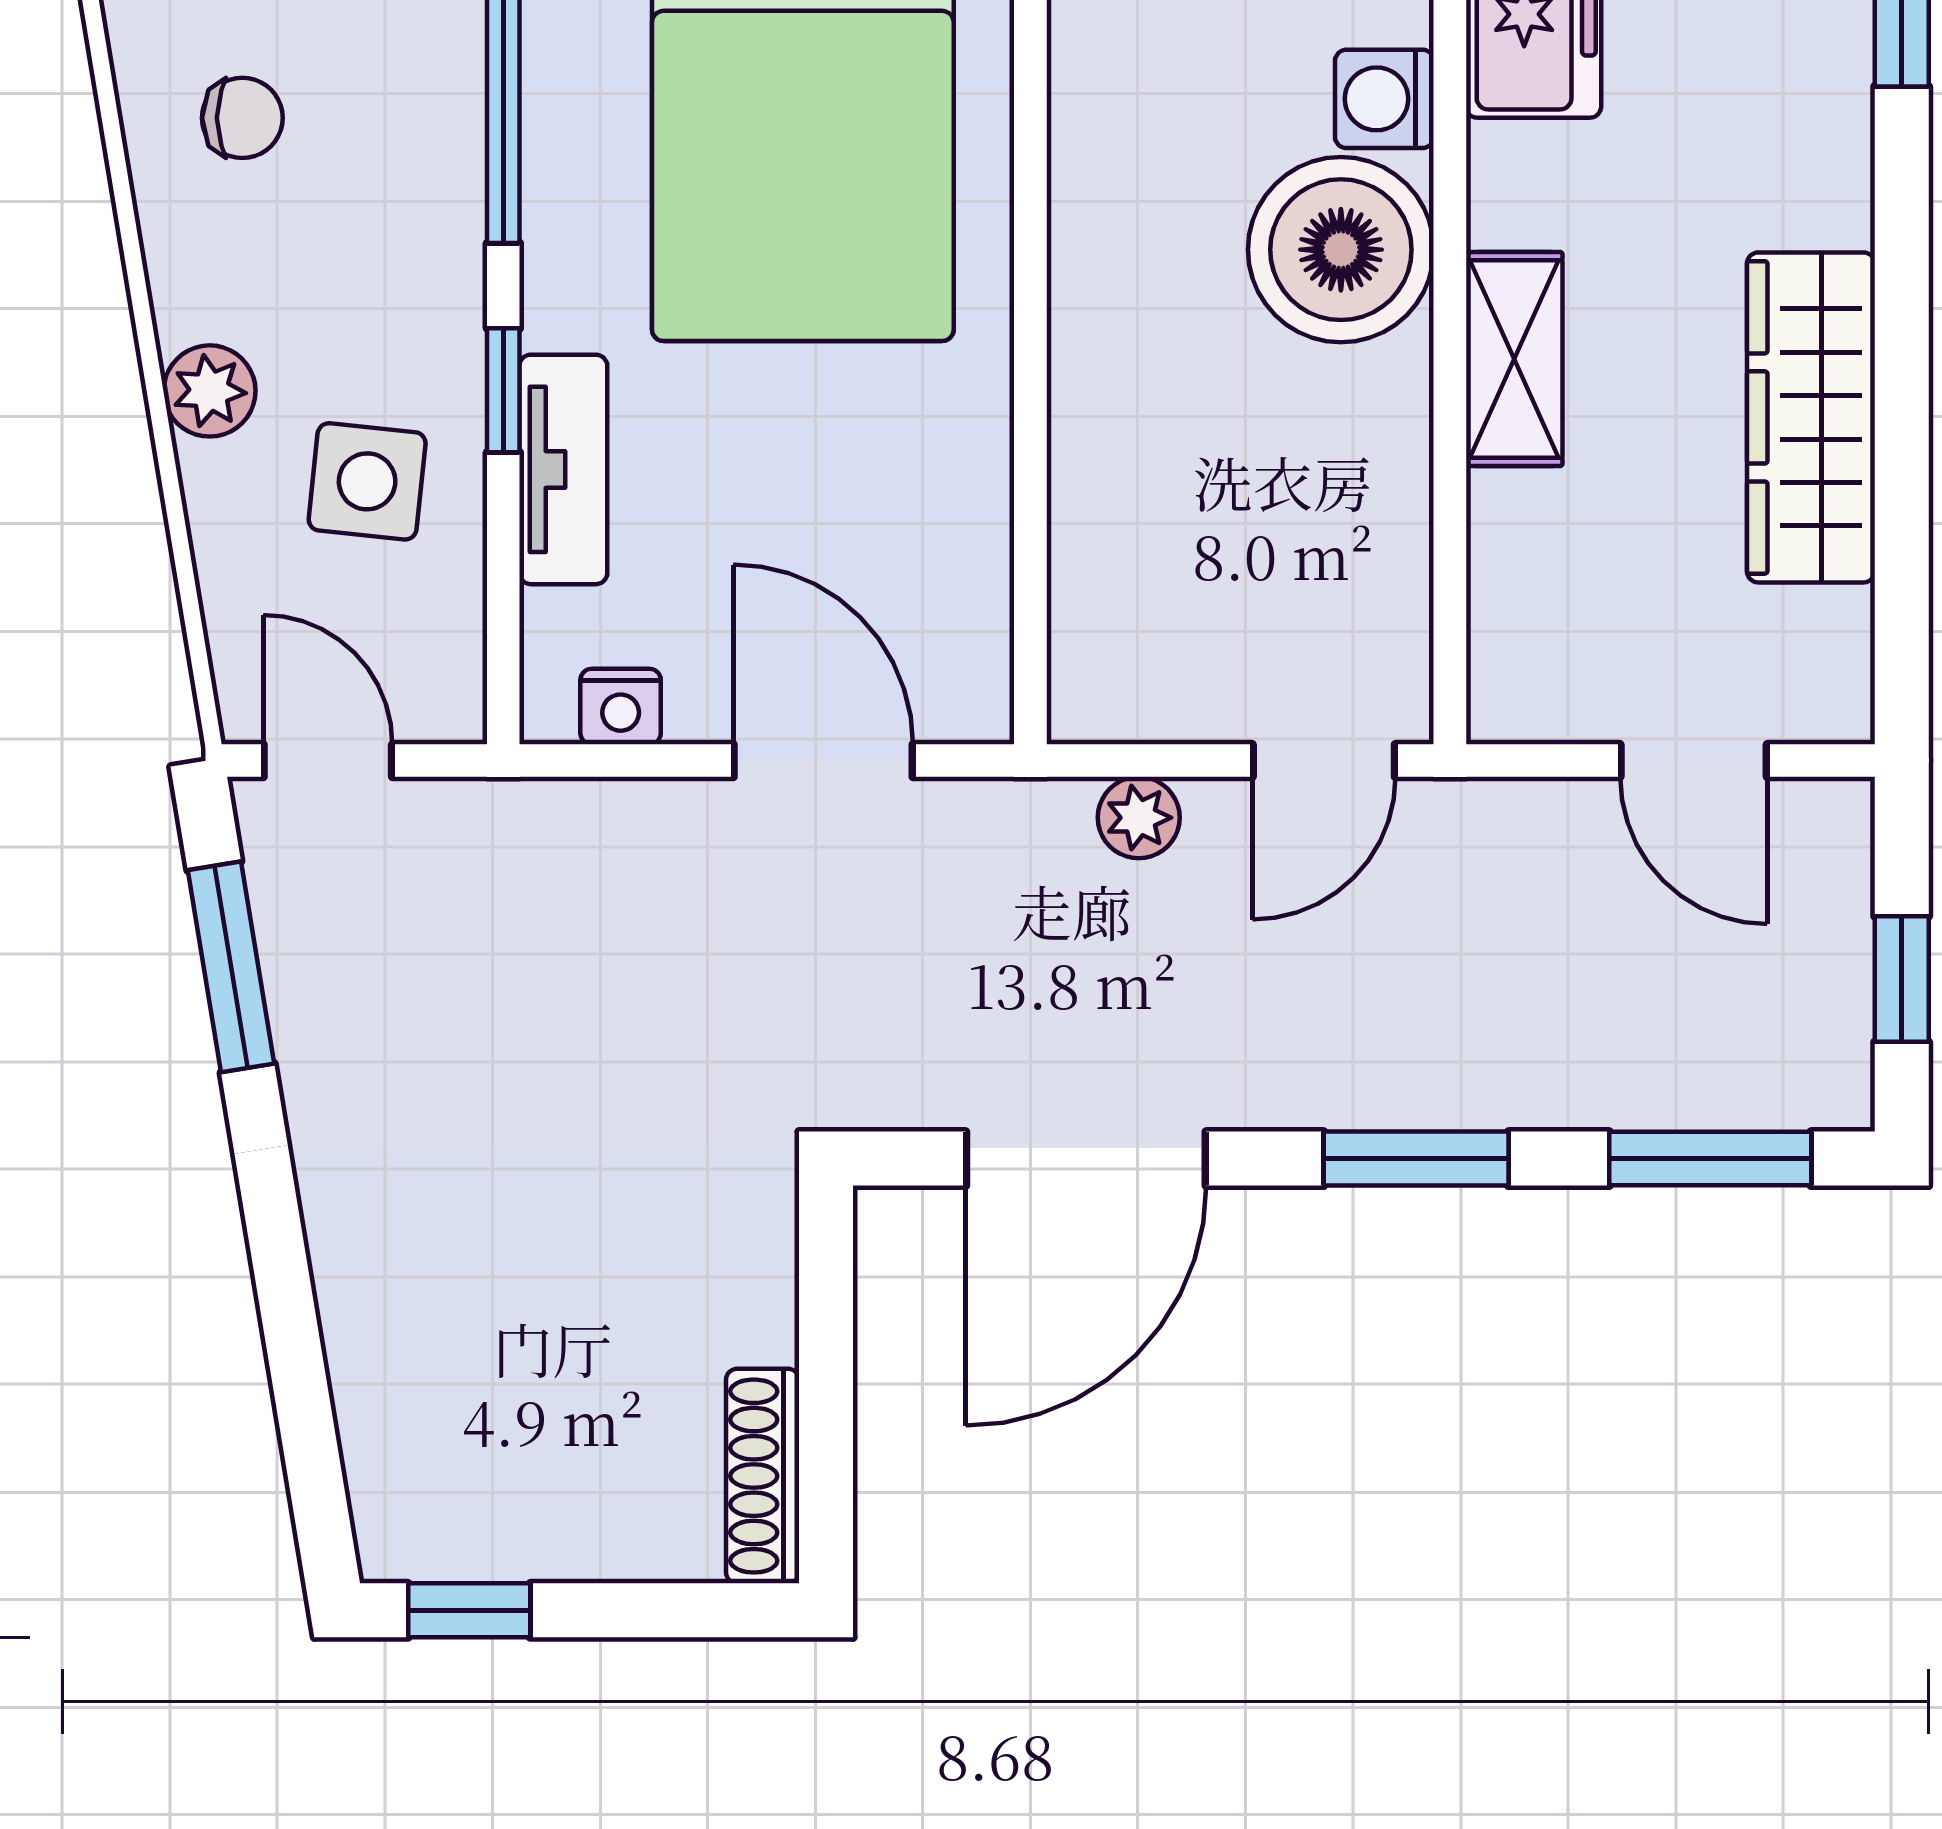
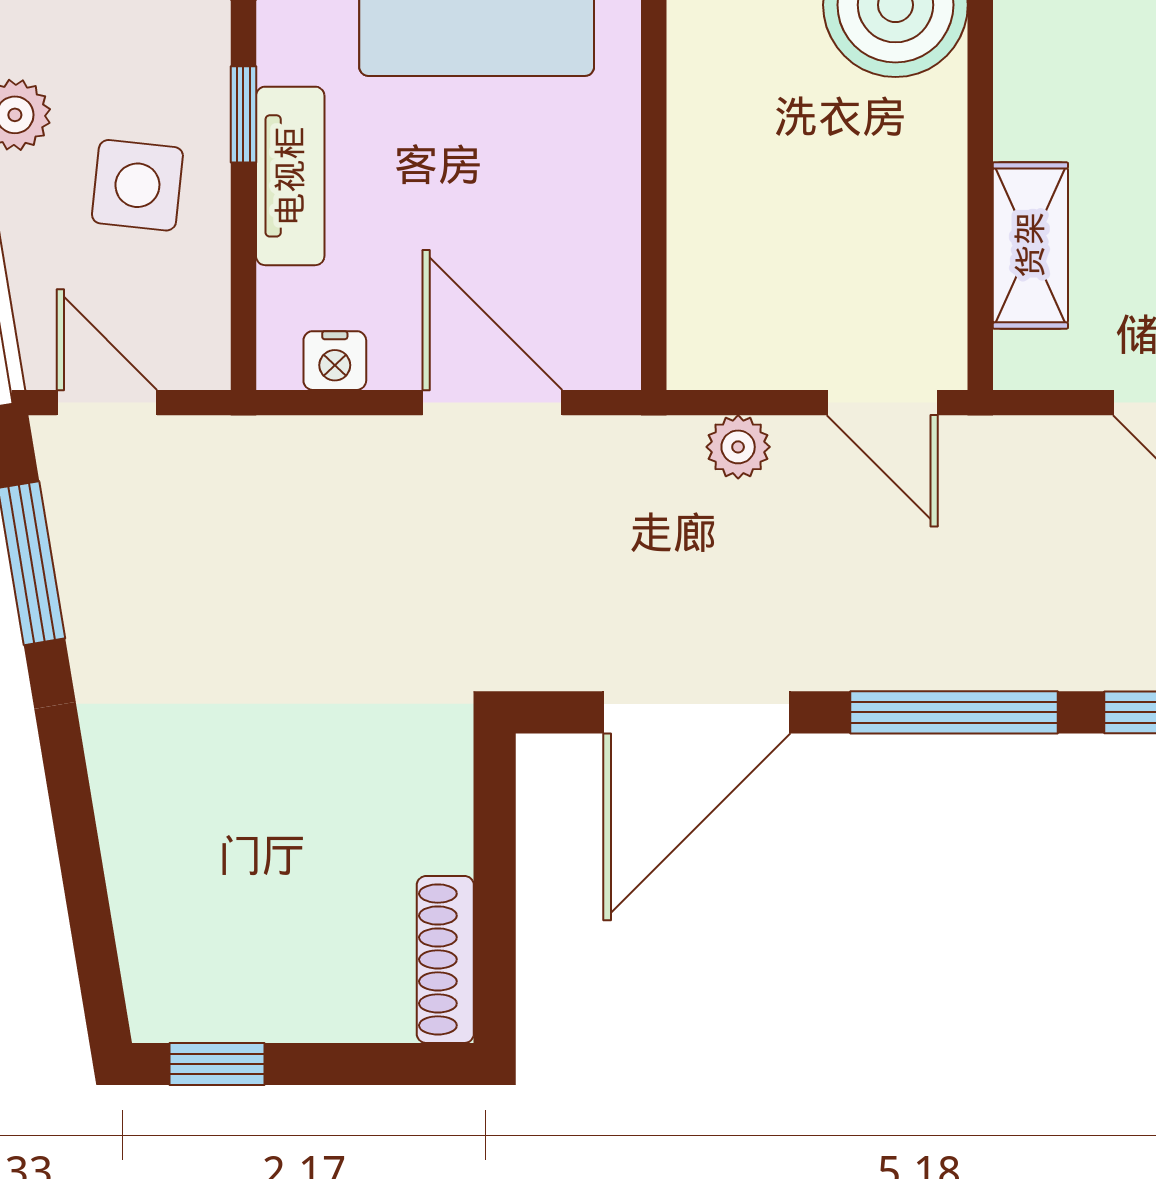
shelving: (1514, 359) -> (1030, 245), moved
door: (1324, 761) -> (882, 403), hinge flipped
window: (1416, 1159) -> (954, 712), width x1.44

